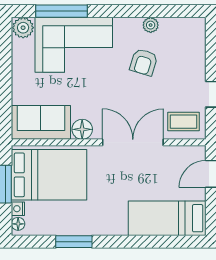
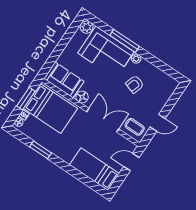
window: (62, 11) -> (125, 41), moved
plant: (151, 25) -> (136, 59), moved

